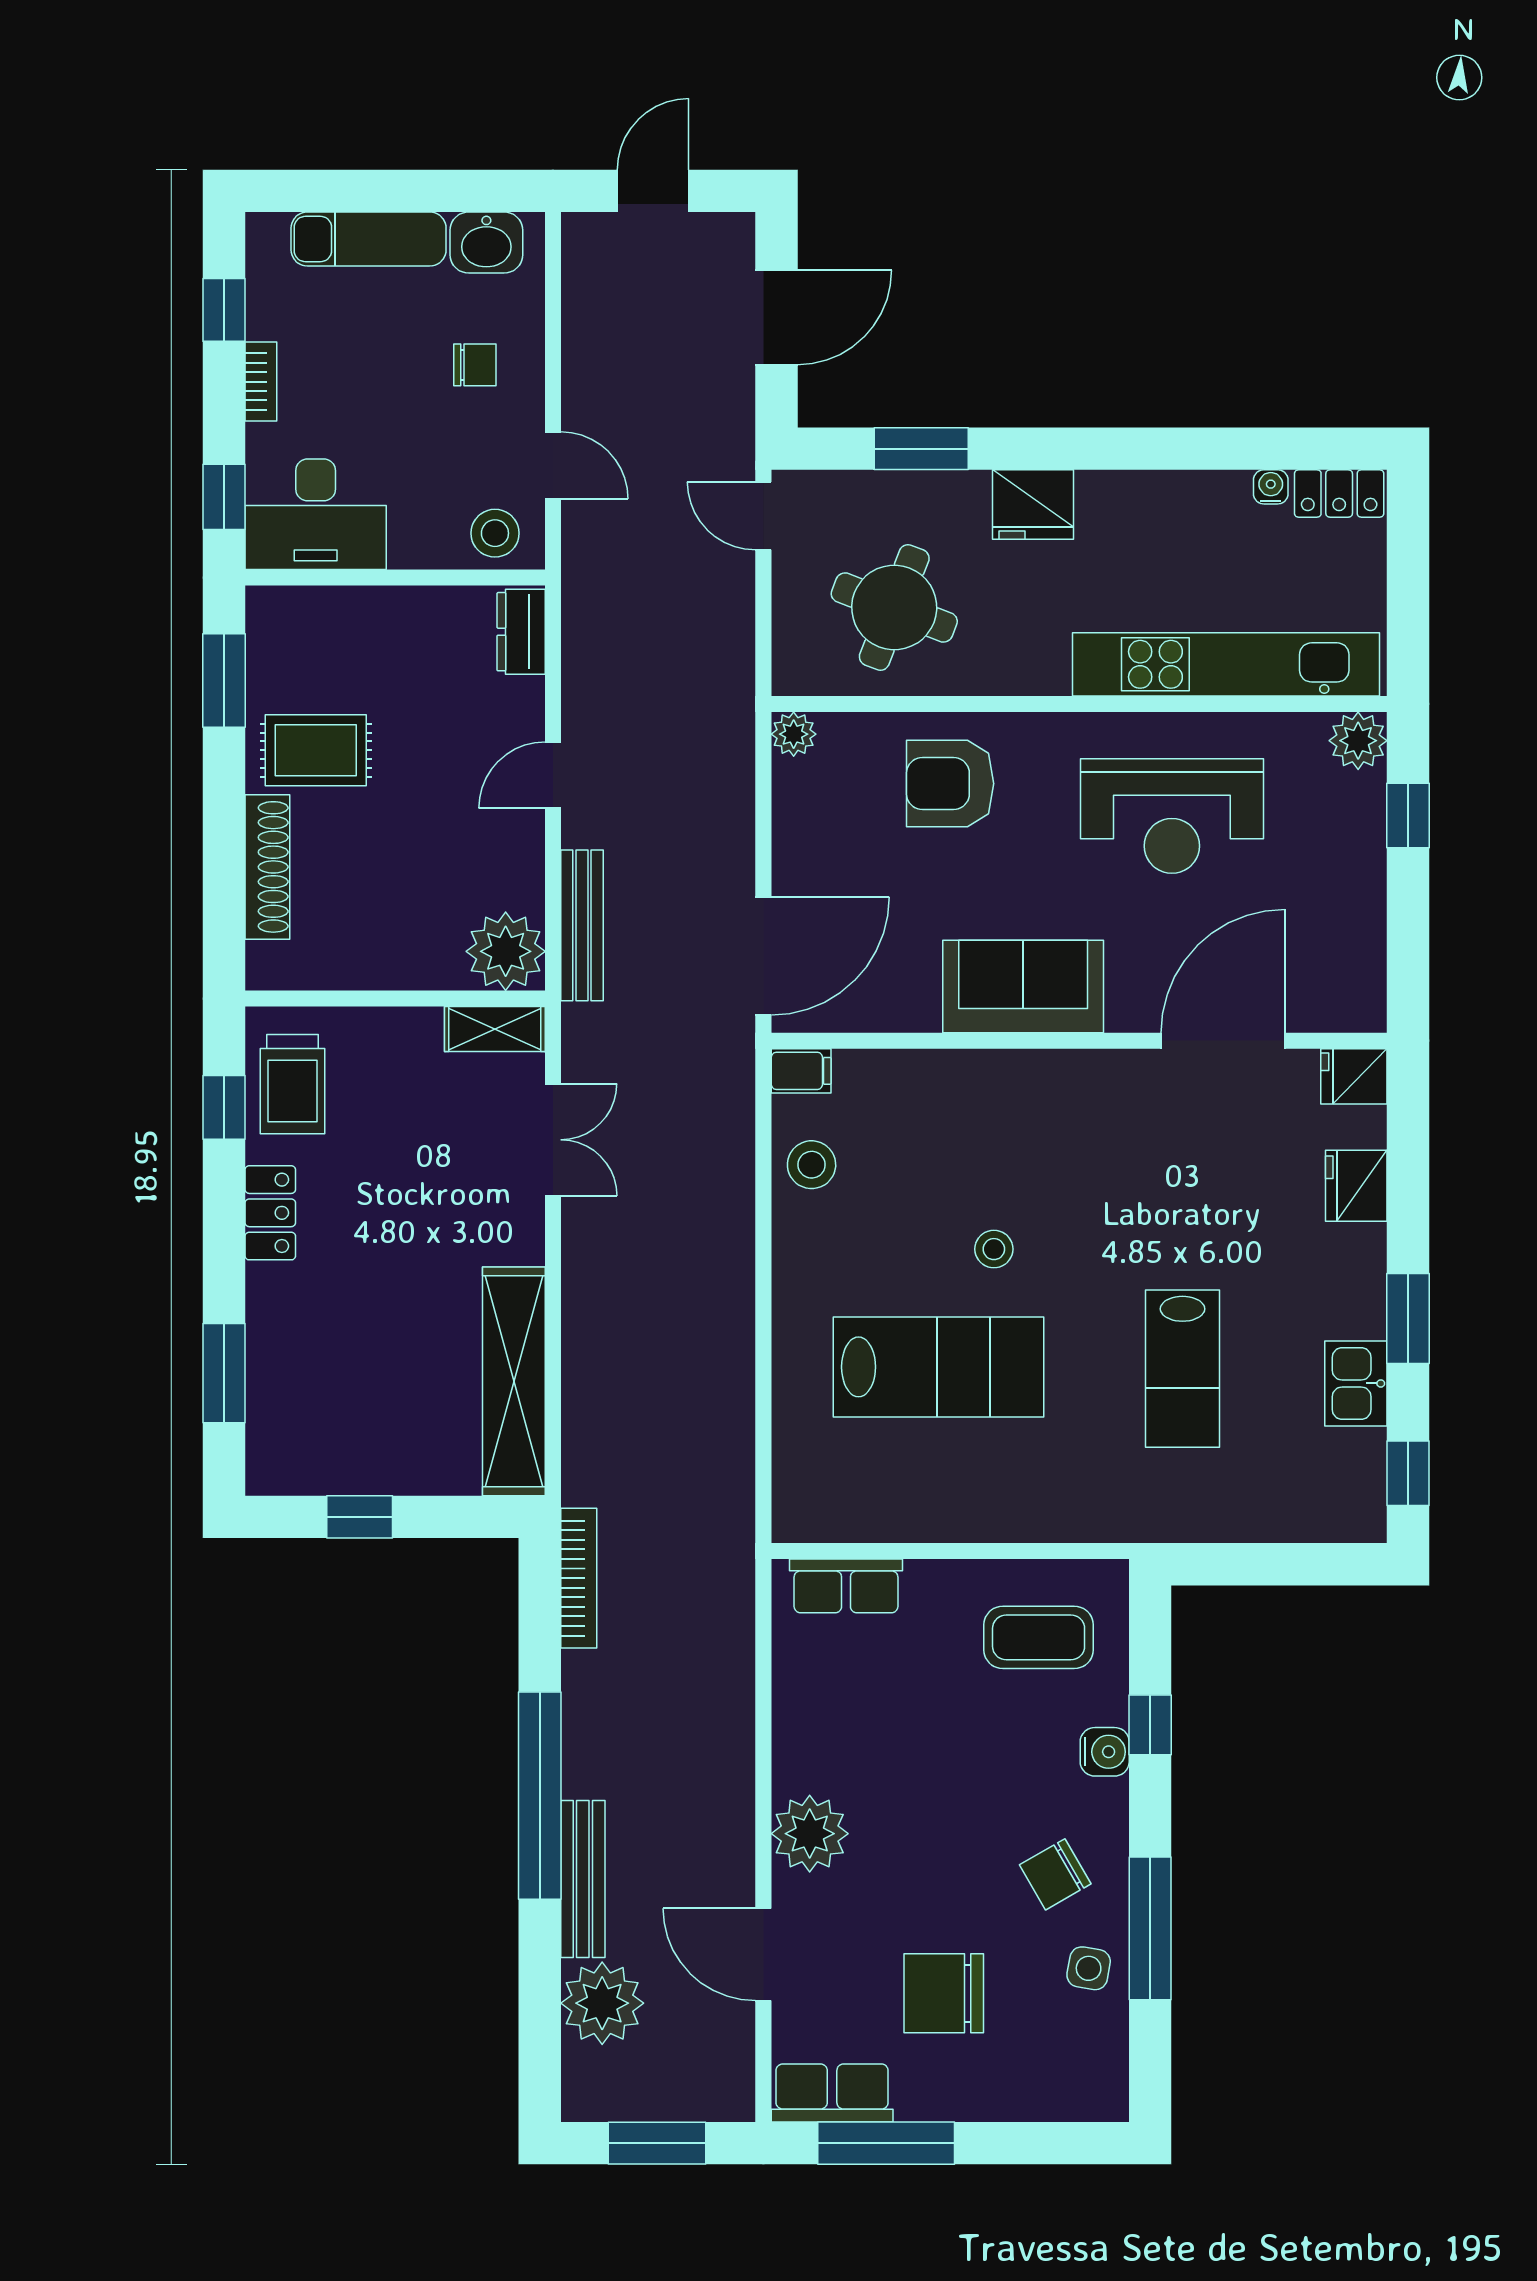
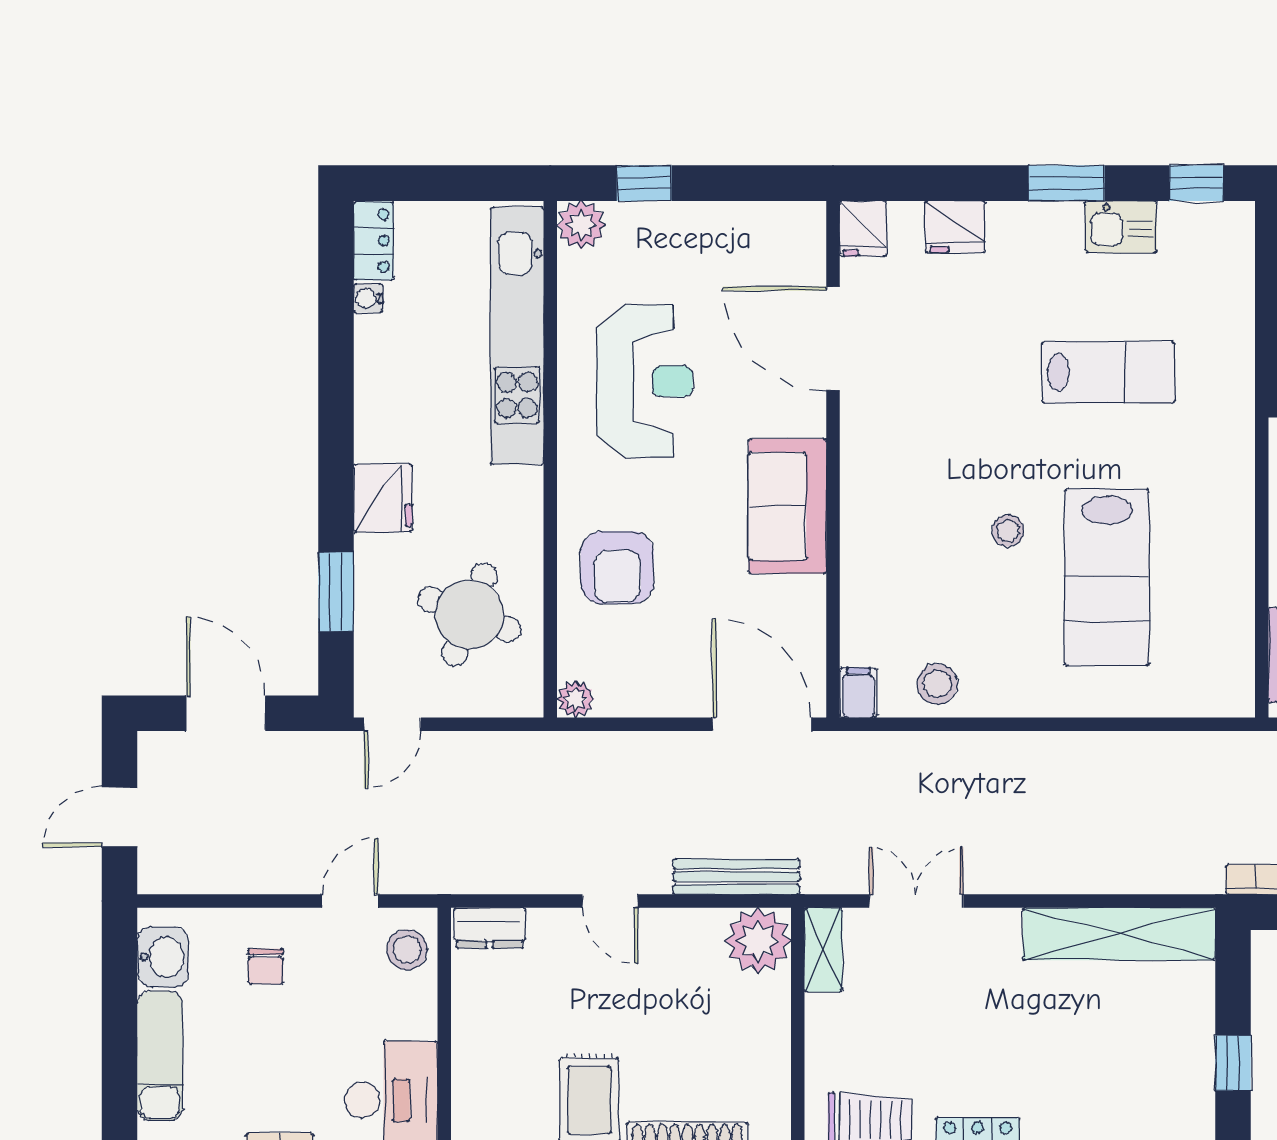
door: (653, 191) -> (120, 817), hinge flipped
chair: (475, 365) -> (266, 967), turned 180
lab bench: (938, 1367) -> (1107, 577), turned 180

